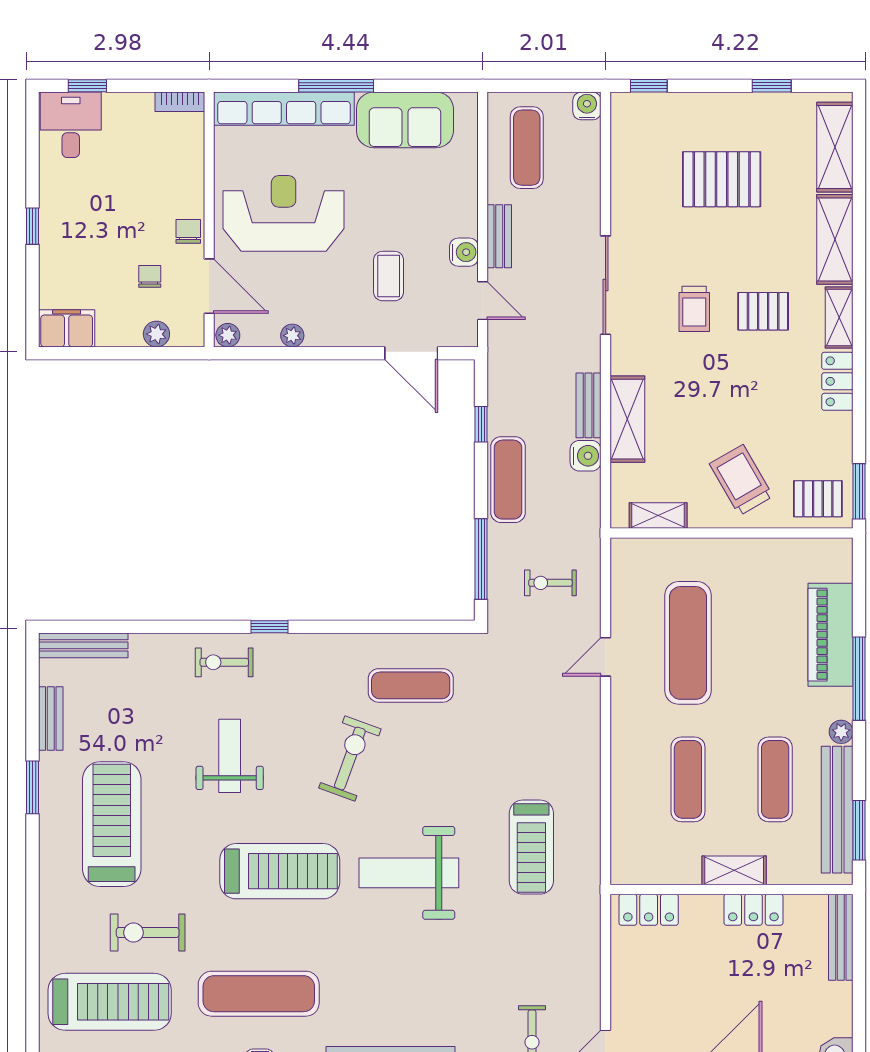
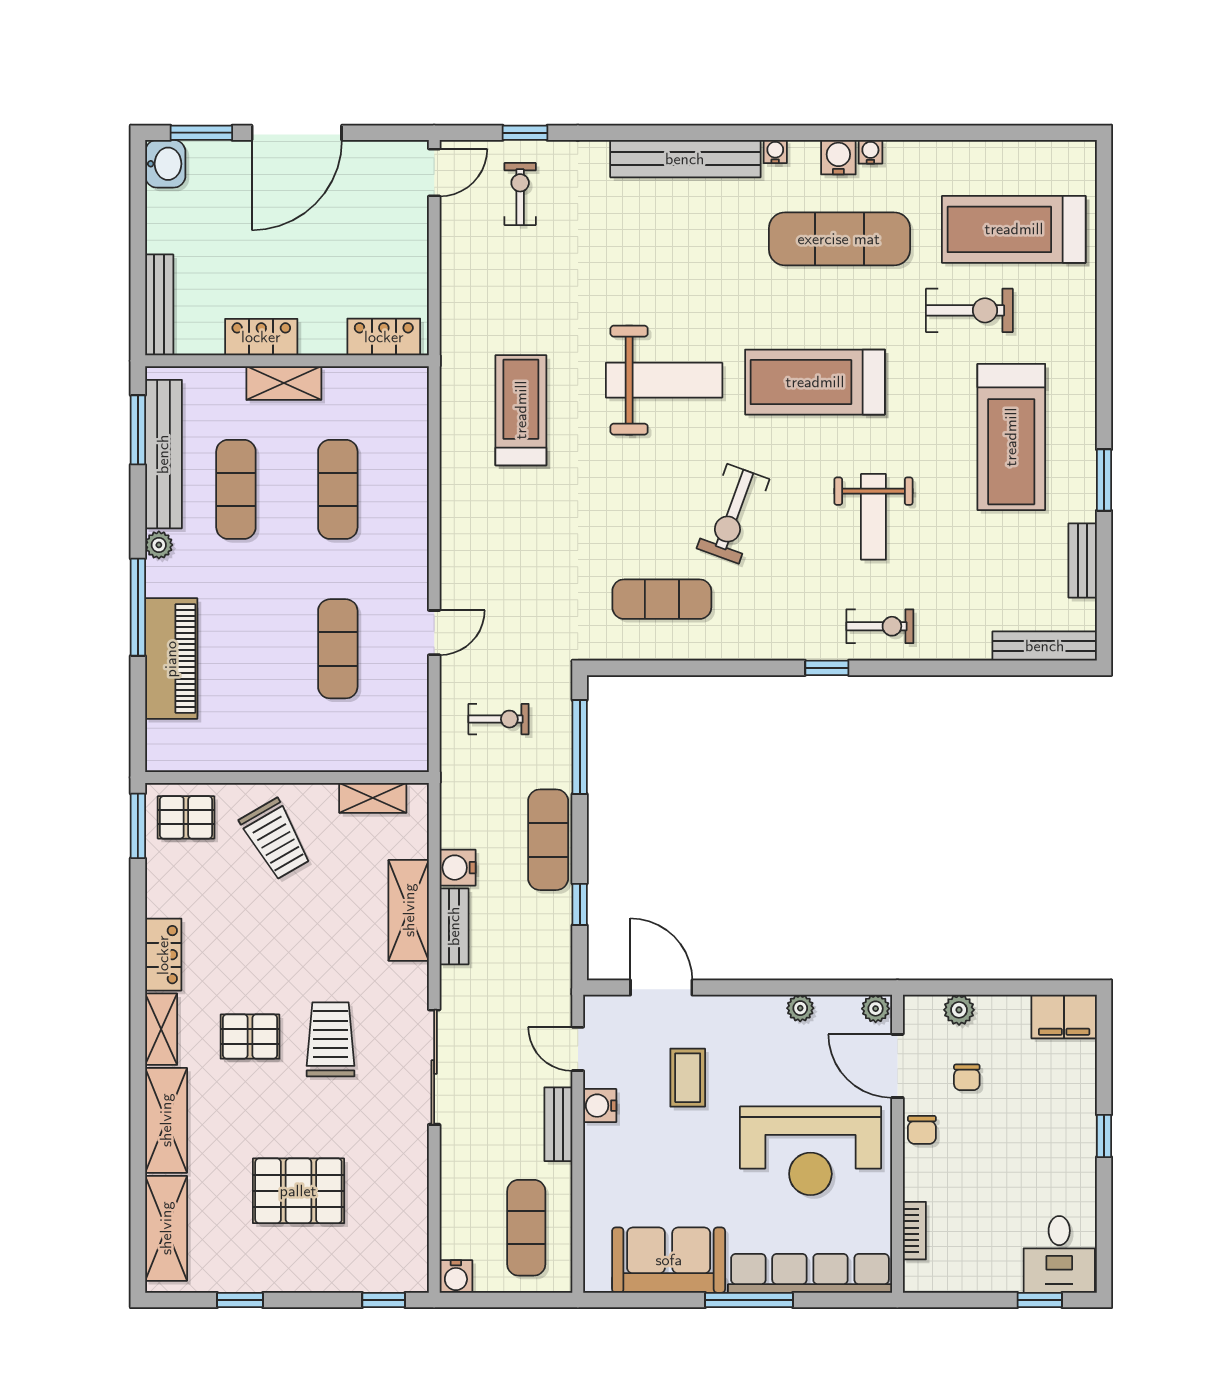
bookcase: (180, 102) -> (914, 1231), moved, turned 90
trolley: (694, 309) -> (330, 1039), width x1.36, depth x1.39
exercise mat: (688, 643) -> (338, 649), width x0.73, depth x0.69

